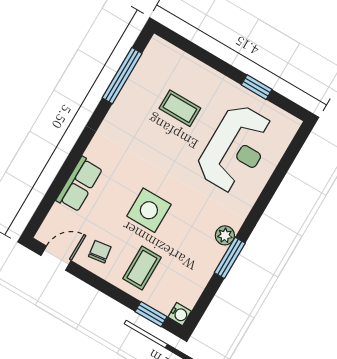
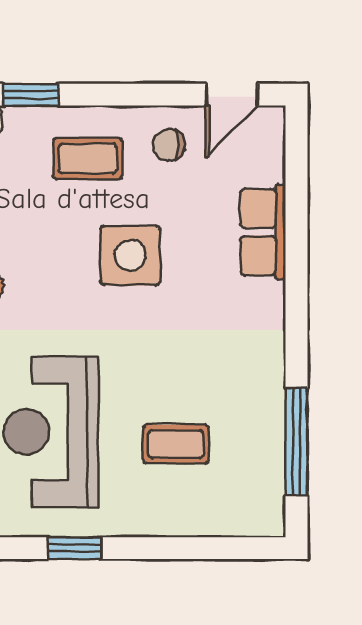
chair: (100, 252) -> (169, 145), turned 98
coffee table: (142, 268) -> (88, 159), turned 90

